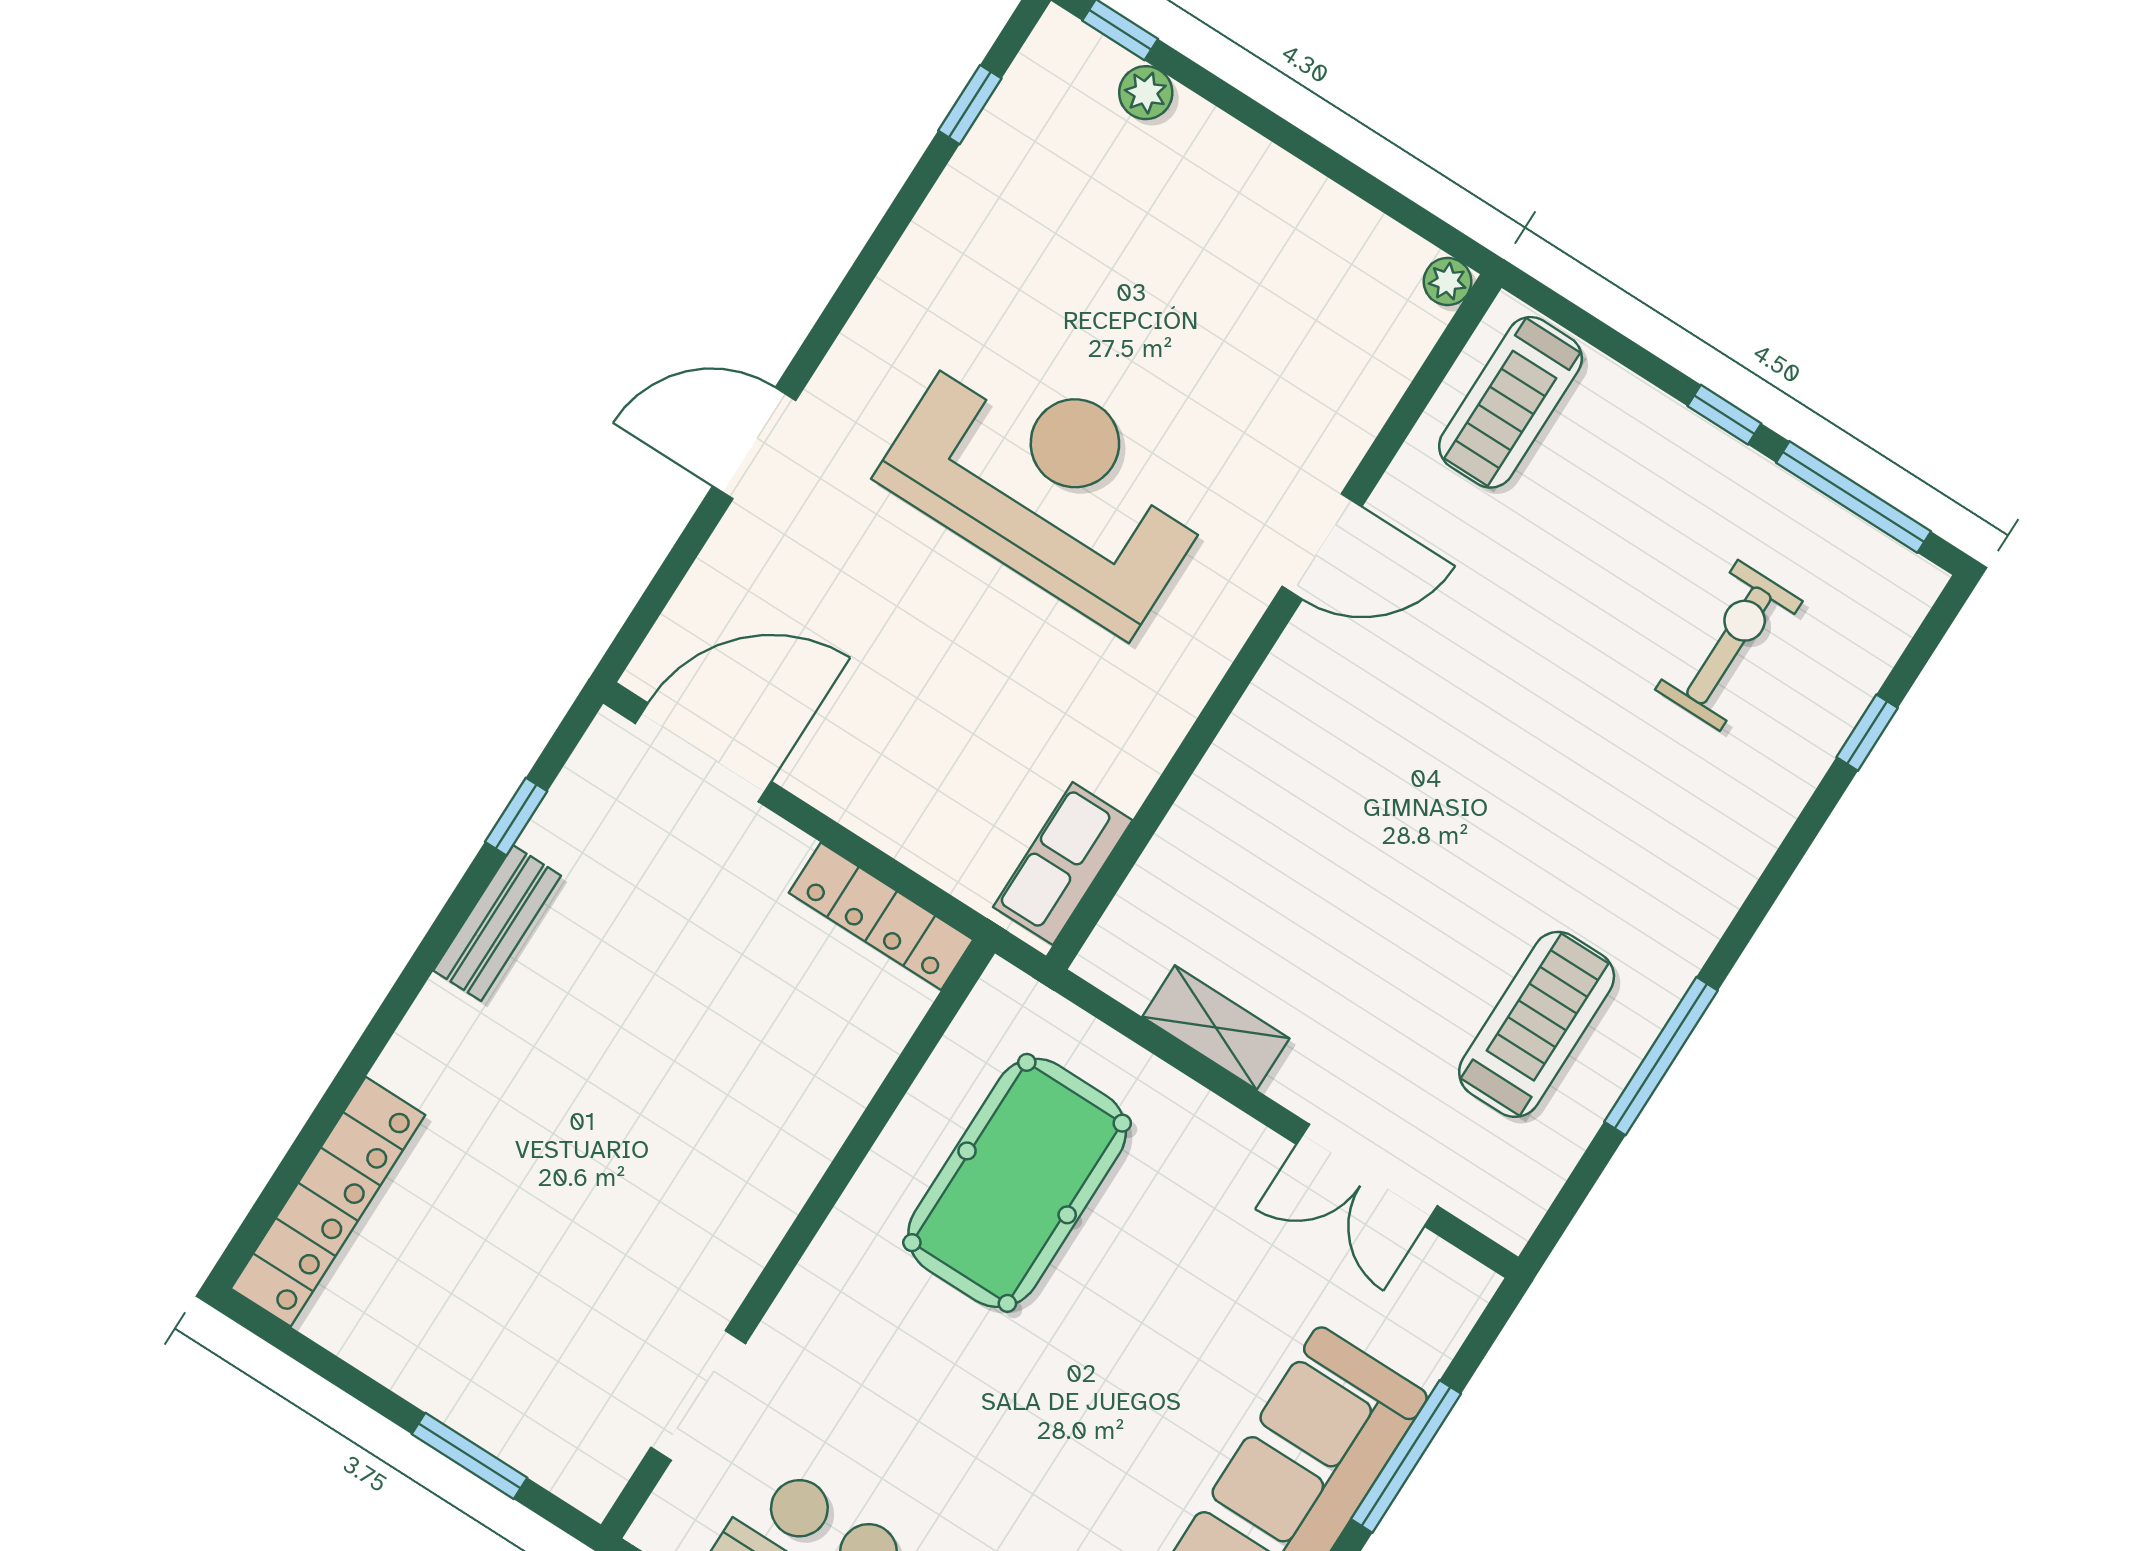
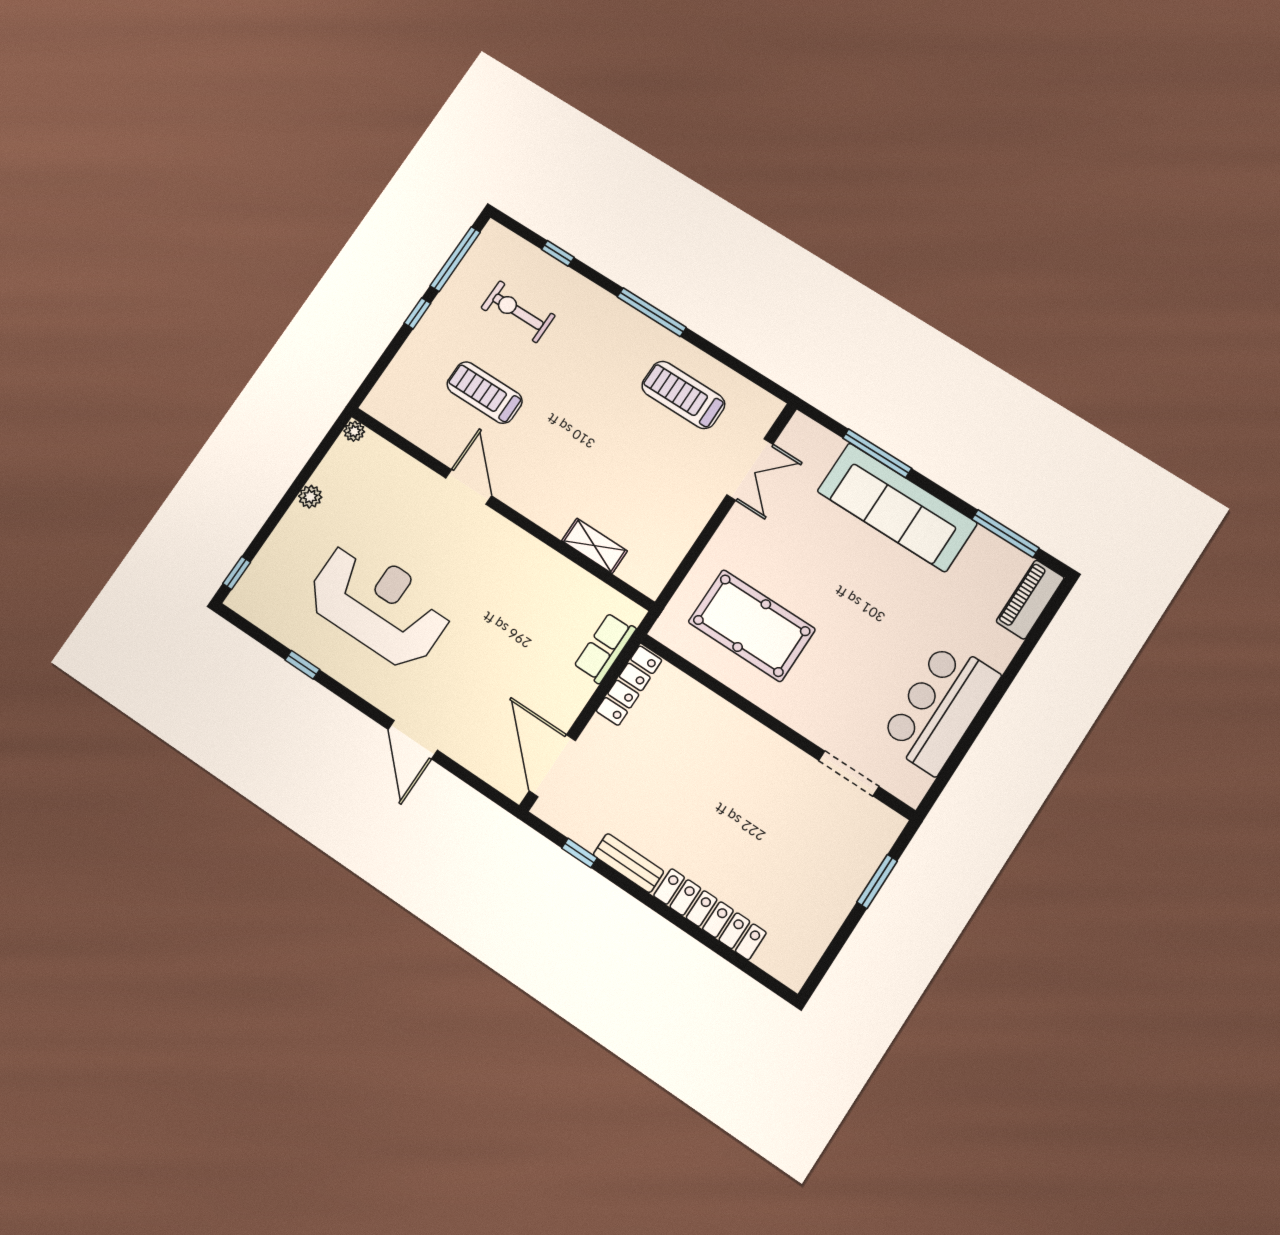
plant: (1146, 93) -> (310, 497), moved
window: (970, 105) -> (302, 665), moved
treadmill: (1510, 402) -> (485, 393), moved, turned 180
reception desk: (1049, 484) -> (379, 604), moved, turned 90
row of seats: (1063, 864) -> (605, 648), moved, turned 90
shelving: (1216, 1028) -> (594, 546), moved, turned 90
window: (1661, 1056) -> (652, 312), moved
locker: (328, 1202) -> (710, 914), moved

